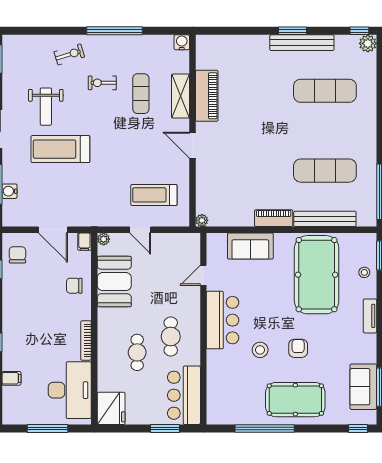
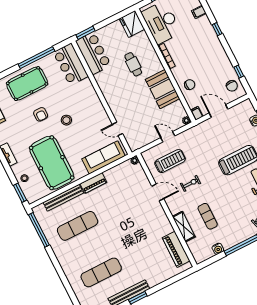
water cooler: (182, 42) -> (218, 249), moved
exercise bike: (102, 83) -> (190, 183), moved
piano: (207, 96) -> (176, 249), moved
door: (192, 145) -> (158, 192), moved
sofa: (250, 246) -> (104, 157), width x1.36
door: (203, 275) -> (117, 129), swing flipped
booth: (114, 282) -> (163, 89), moved
bar counter: (223, 320) -> (71, 64), moved
cafe table: (171, 337) -> (118, 84), removed
stool: (260, 350) -> (66, 120), moved
window: (165, 429) -> (85, 33), moved

